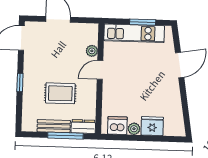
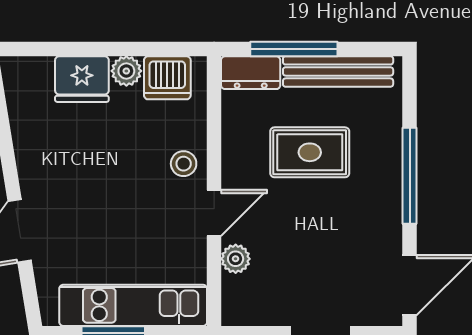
window: (20, 82) -> (410, 176), width x2.17
stool: (112, 90) -> (184, 164), added
bench: (54, 126) -> (338, 71), width x1.36

